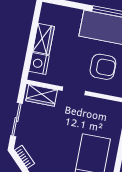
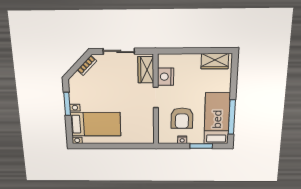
wardrobe: (43, 39) -> (215, 61), moved
nightstand: (39, 64) -> (166, 77), moved, turned -90

